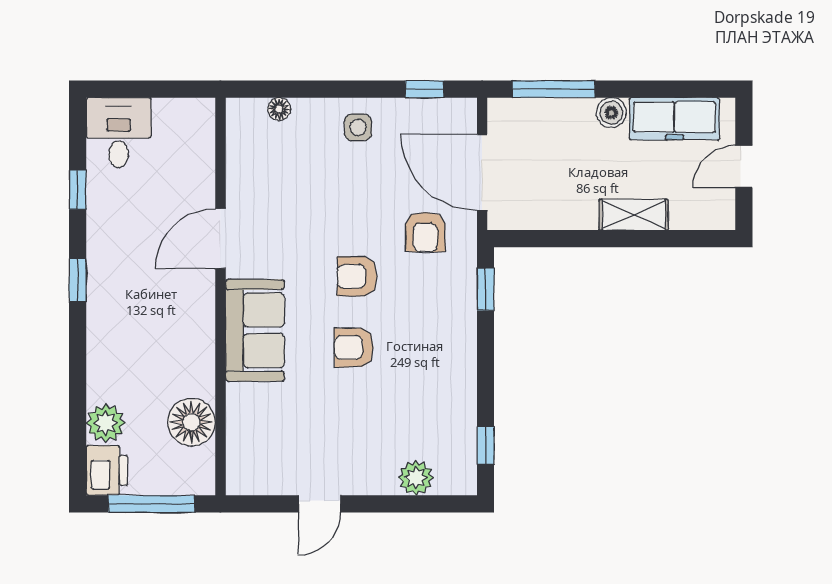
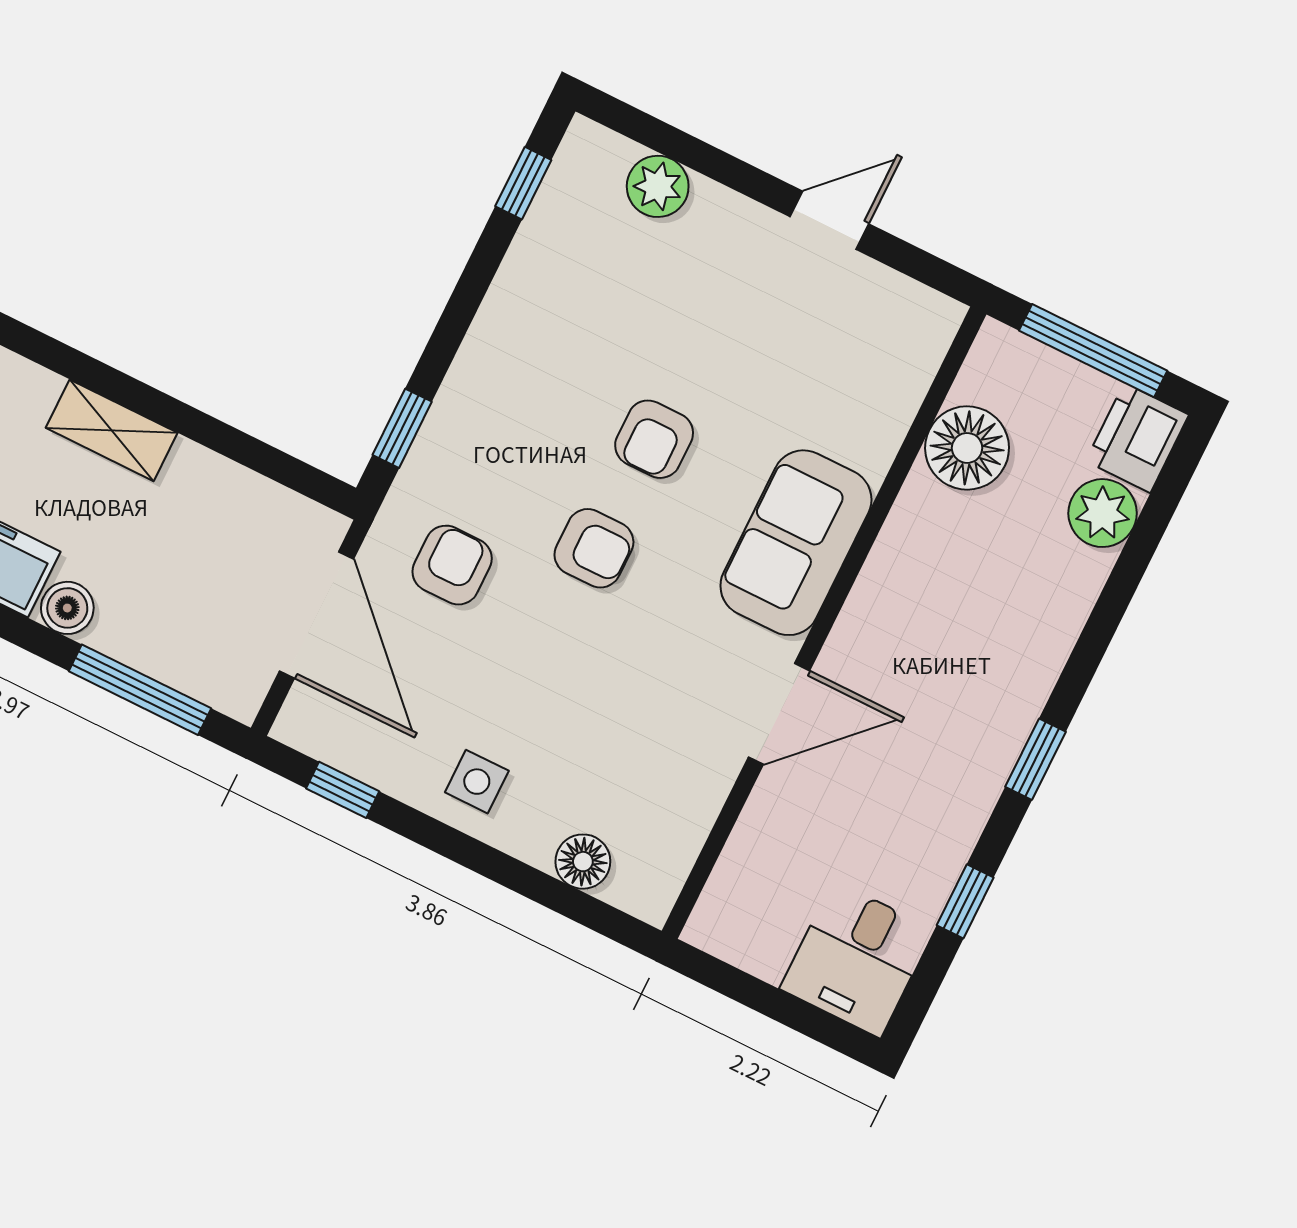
floor lamp: (279, 109) -> (583, 862), width x1.37, depth x1.37
armchair: (354, 347) -> (654, 439), turned 91

